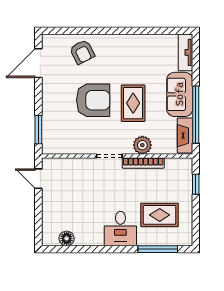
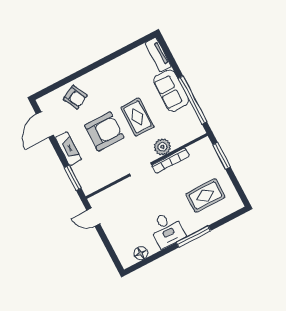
fireplace: (185, 136) -> (68, 149), moved, turned 180
window: (196, 184) -> (222, 156), width x1.50
desk: (120, 229) -> (167, 230), moved
window: (158, 249) -> (193, 237), moved

